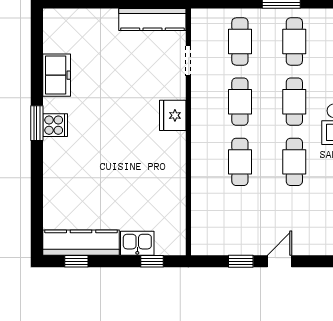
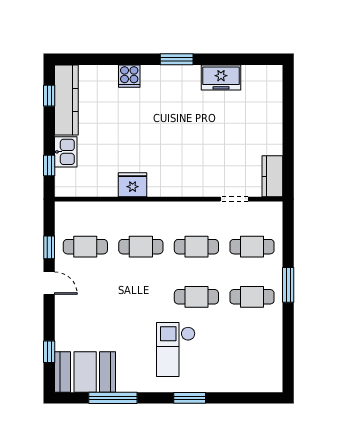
kitchen counter: (152, 19) -> (272, 176), width x0.67
fridge: (173, 115) -> (133, 185), moved
cooker: (55, 125) -> (129, 76), moved
cafe table: (294, 162) -> (85, 247), moved

